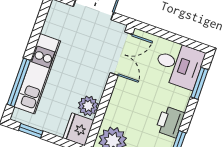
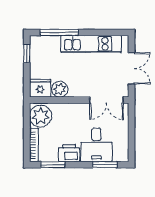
desk: (179, 65) -> (96, 145), moved
kitchen unit: (37, 74) -> (91, 44), moved

